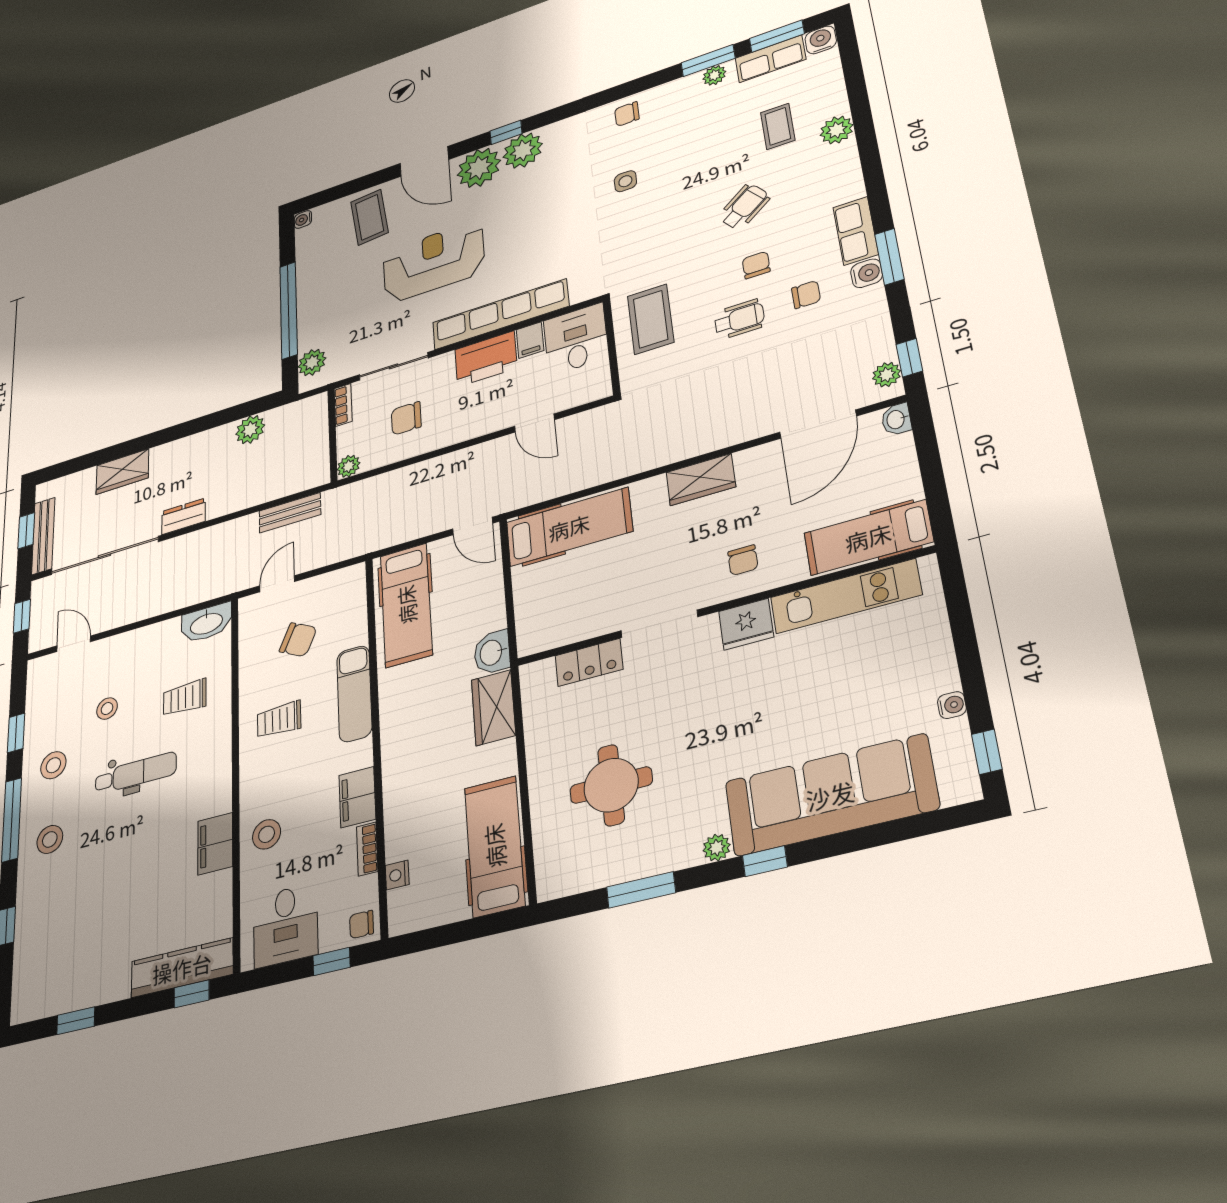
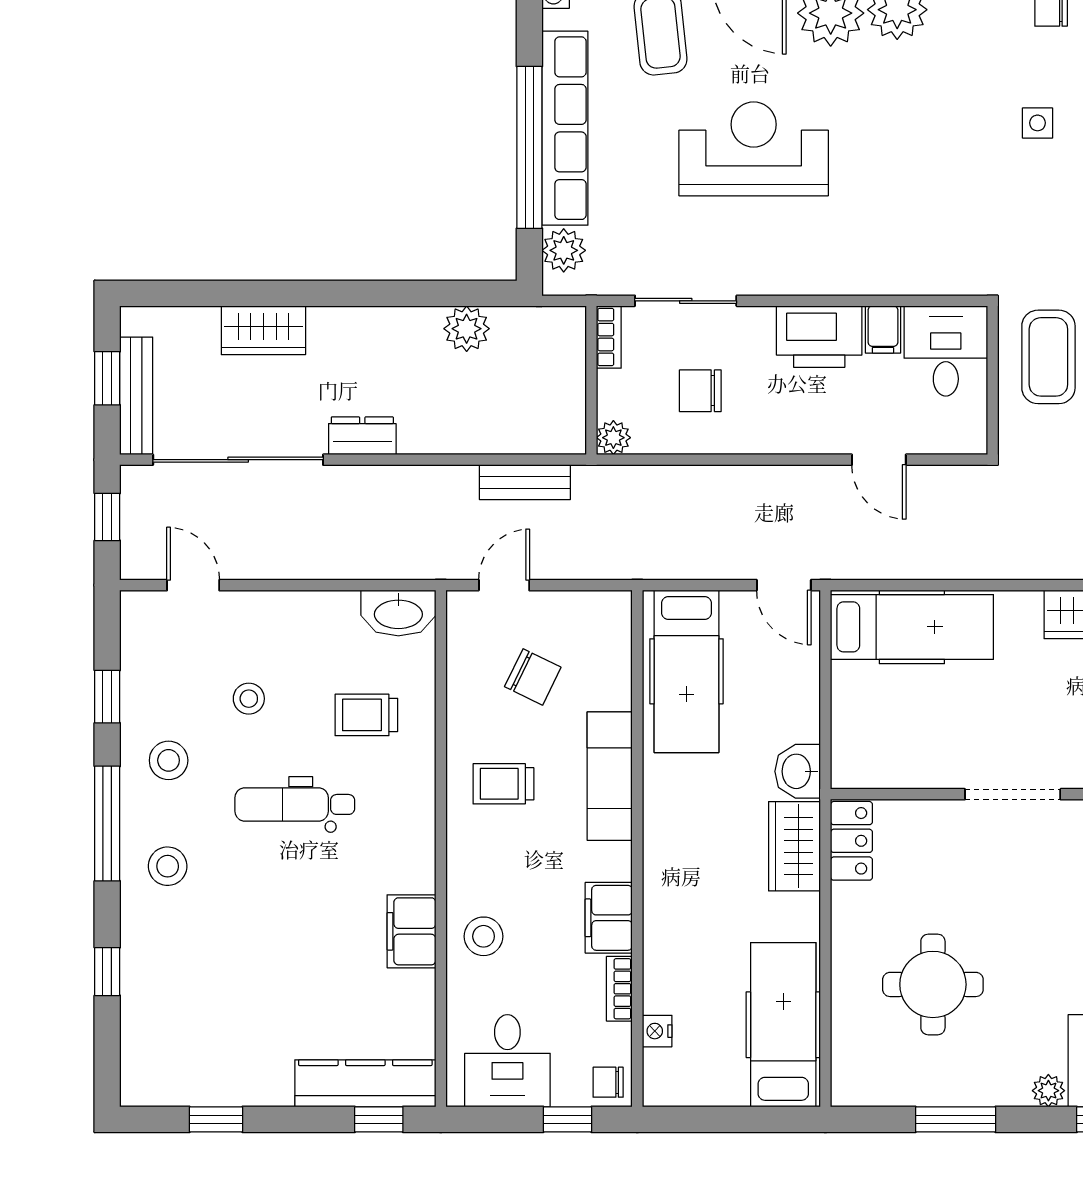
row of seats: (500, 314) -> (565, 128), moved, turned 90
locker: (589, 662) -> (851, 841), moved, turned -90
dental chair: (136, 773) -> (295, 804), turned 180

